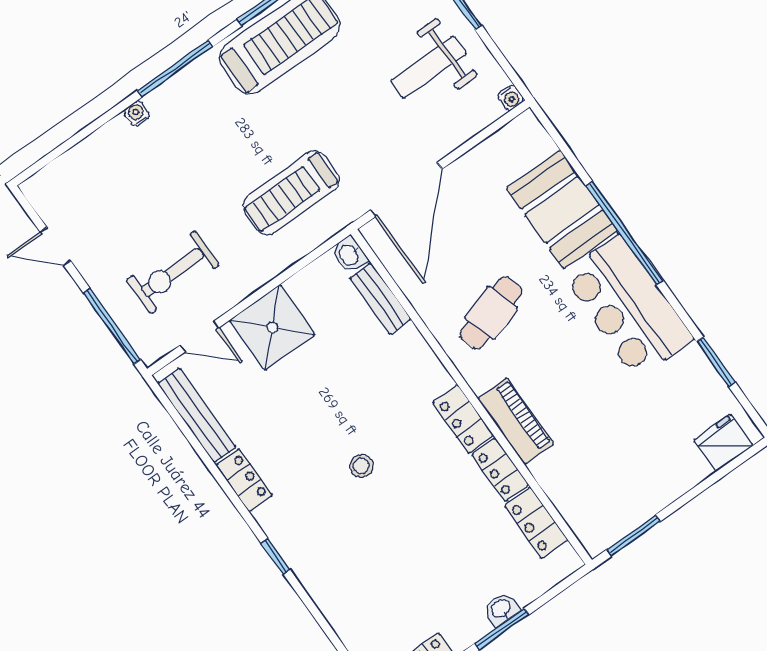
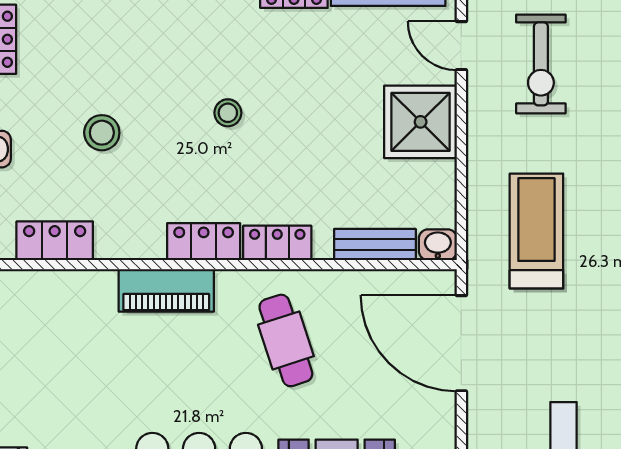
exercise bike: (173, 272) -> (541, 64), turned 180
door: (199, 337) -> (461, 46), hinge flipped
locker: (500, 470) -> (277, 243), moved
stool: (438, 544) -> (102, 133), added

